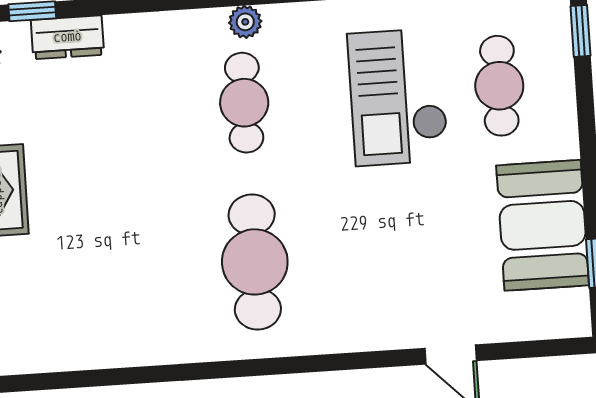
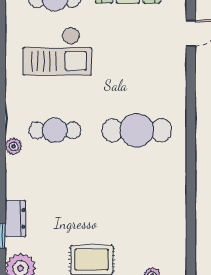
plant: (245, 22) -> (14, 146), moved

